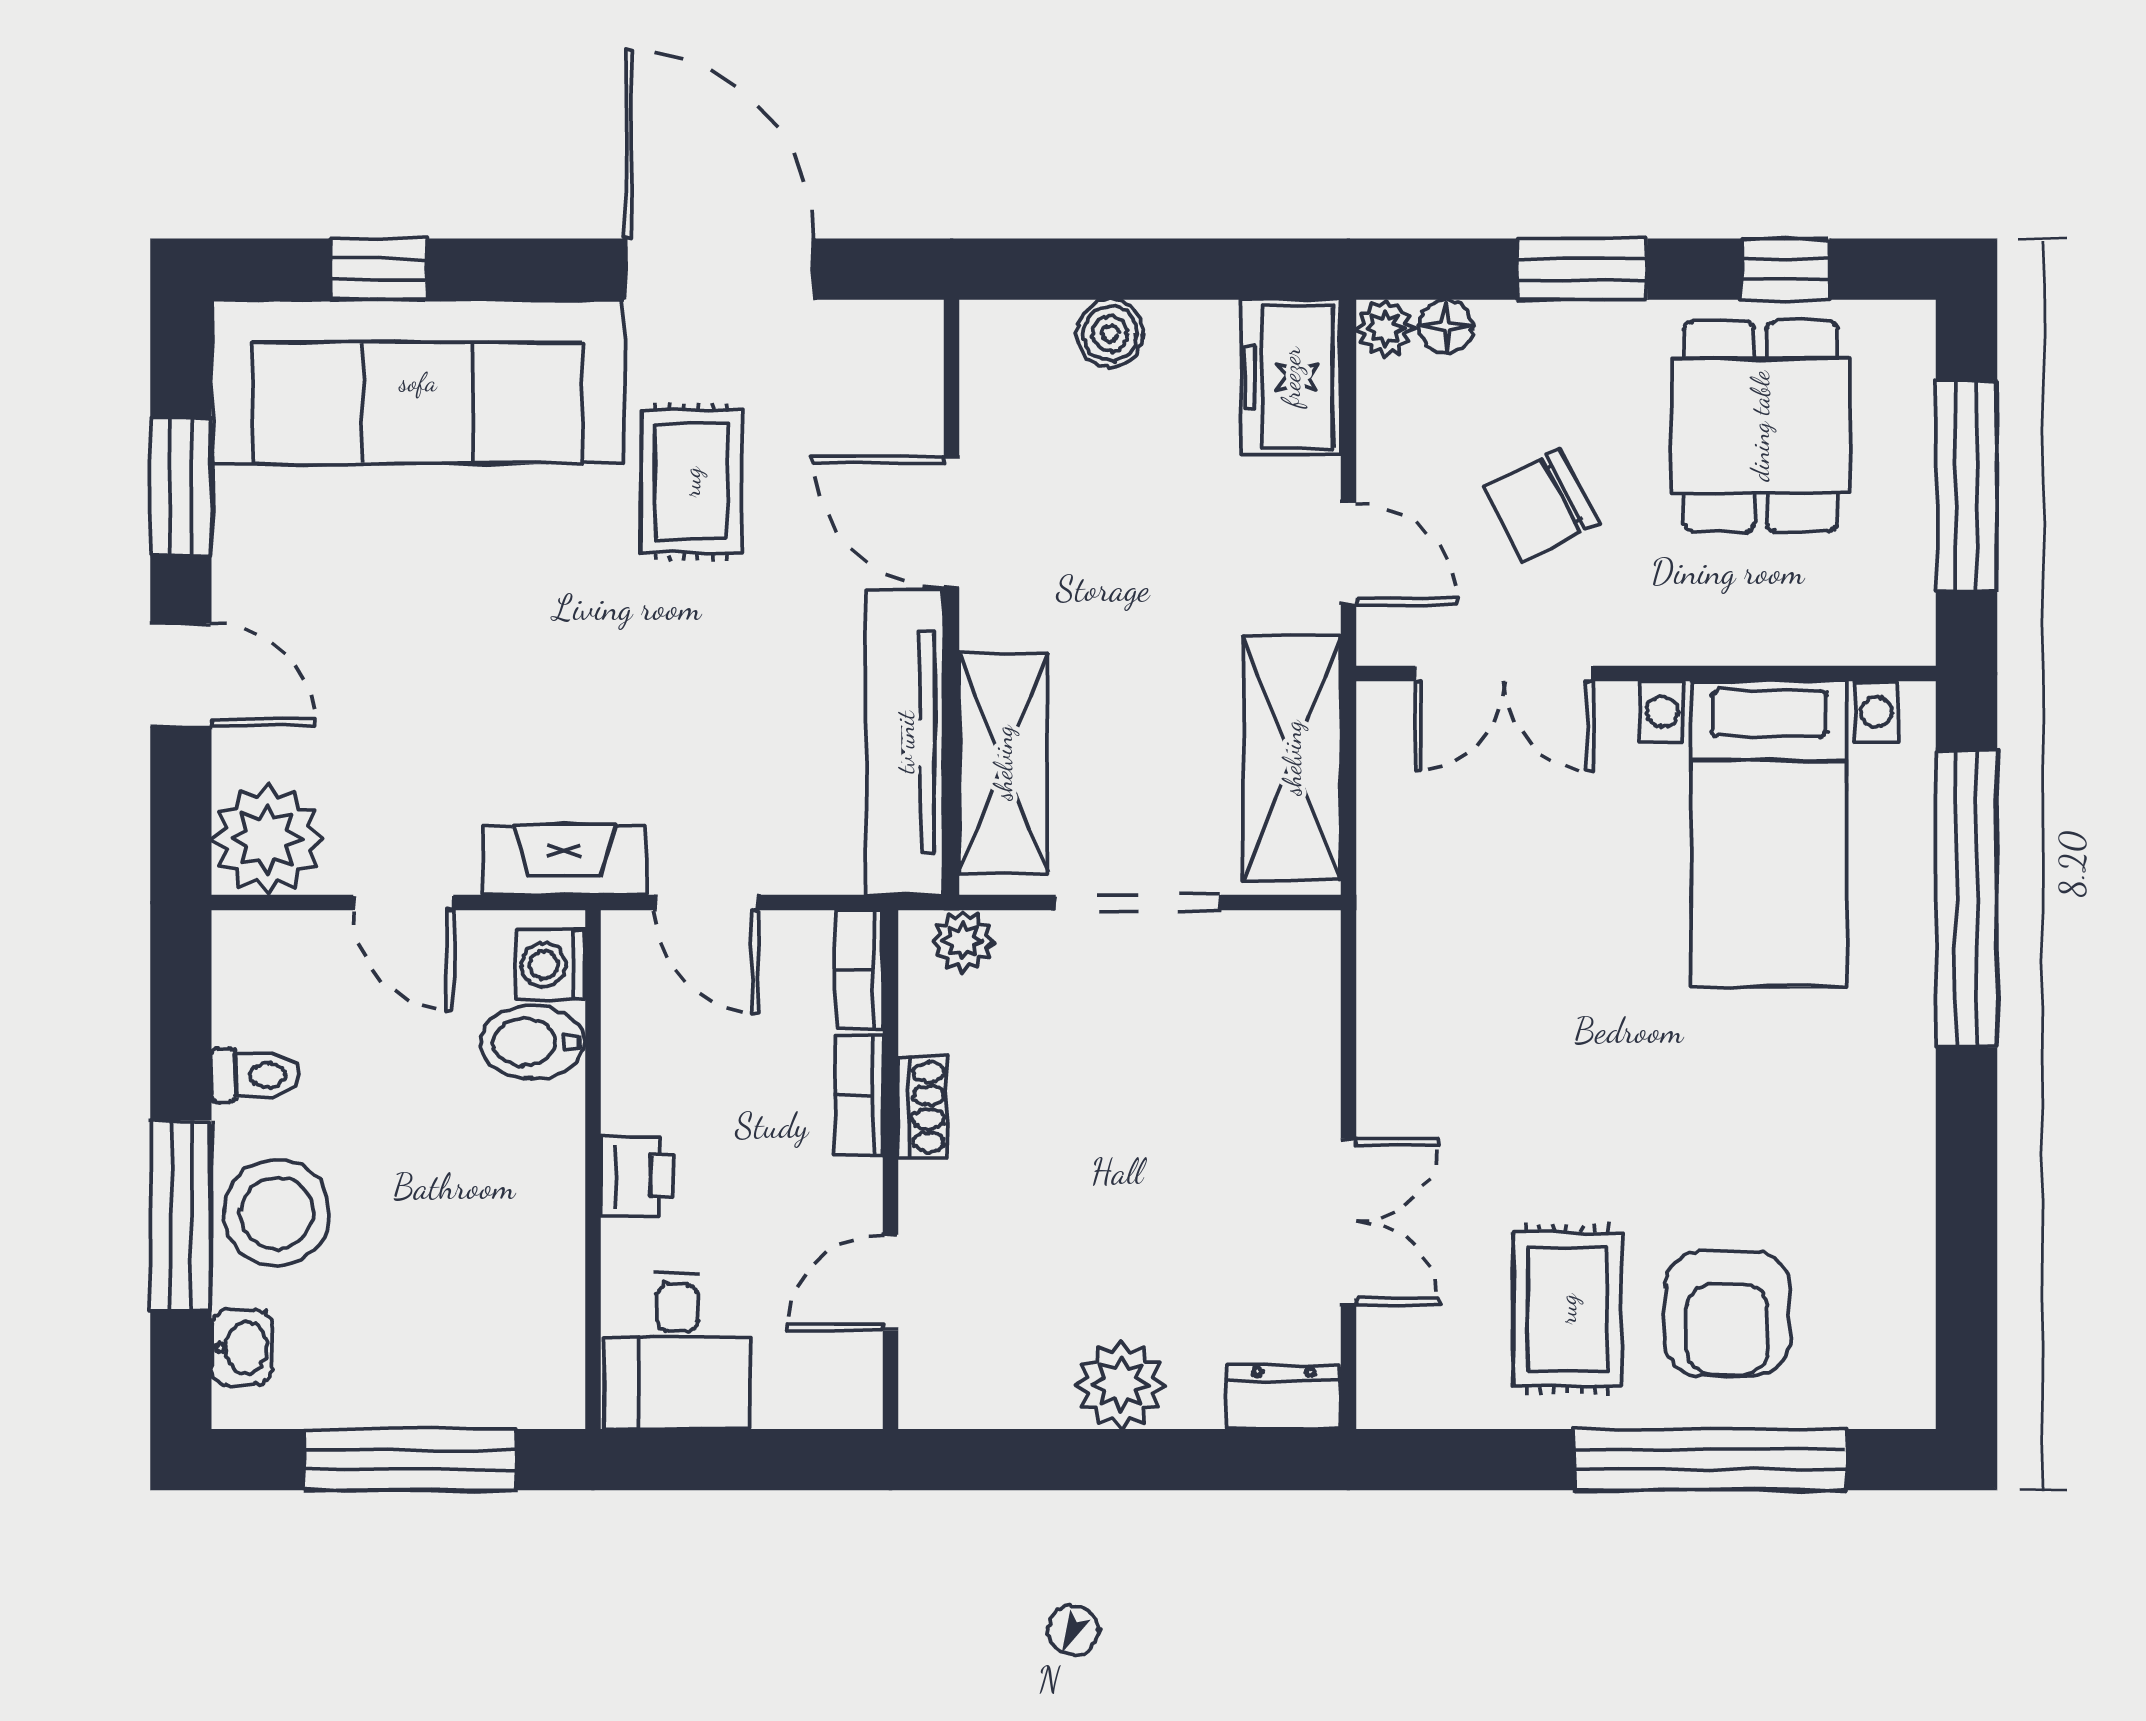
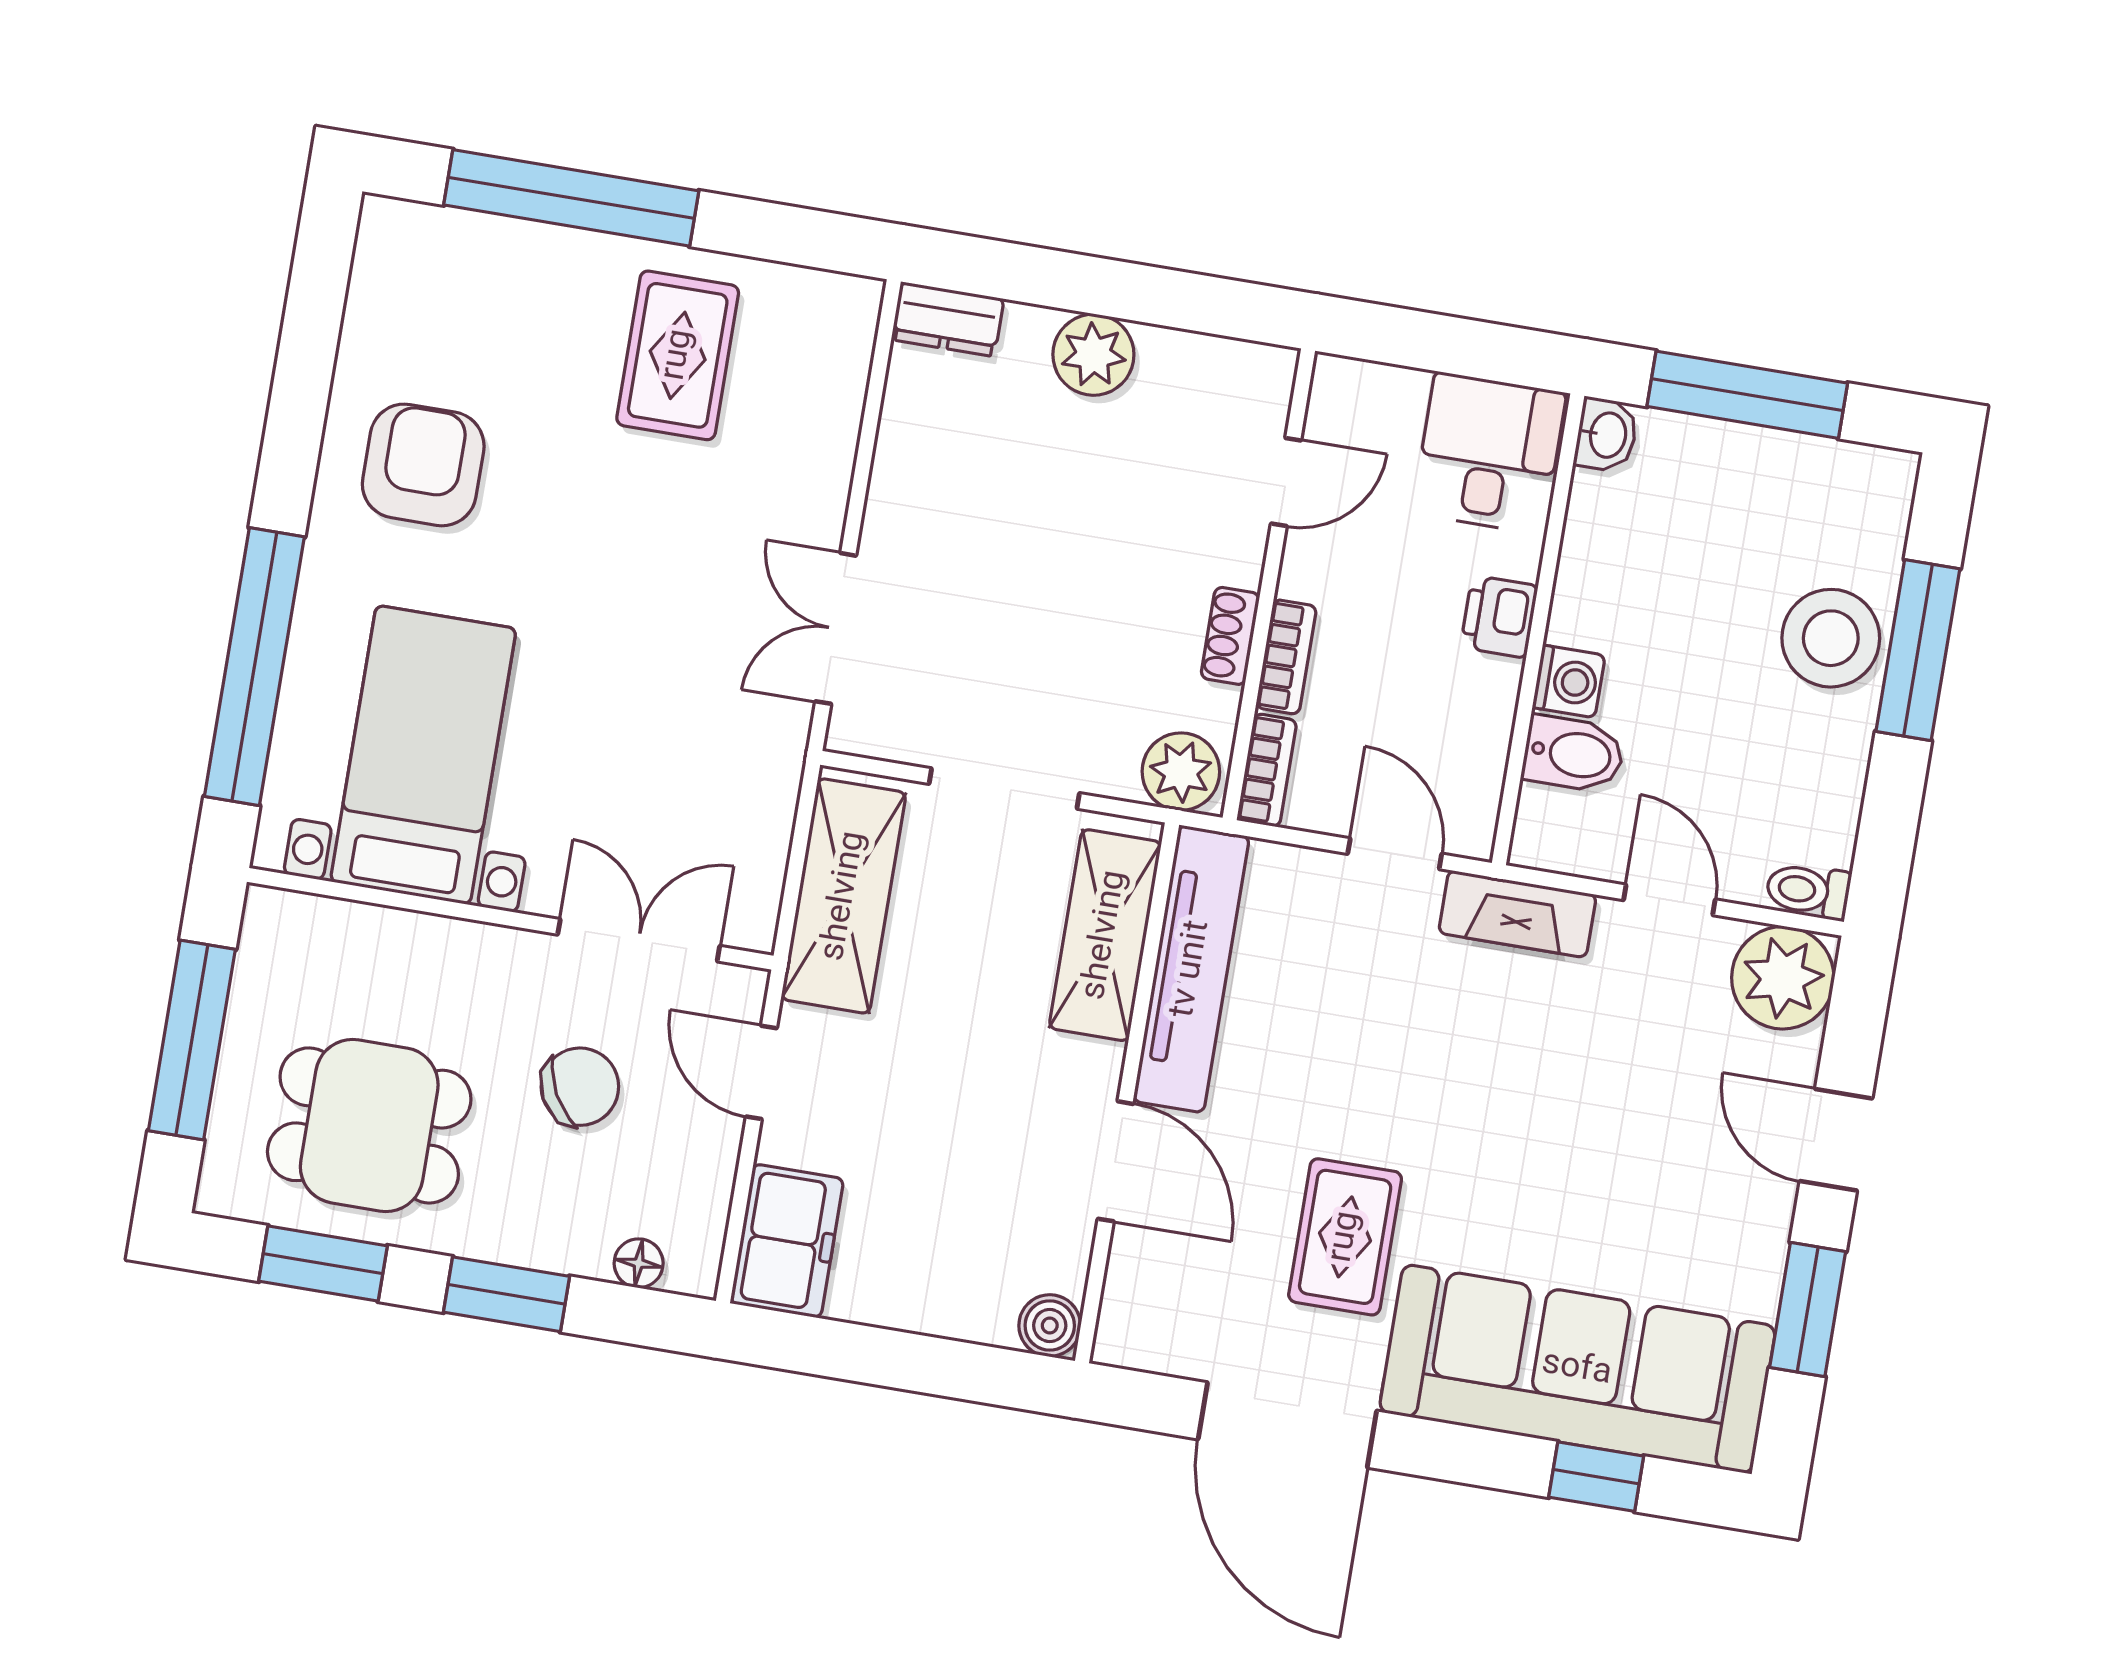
window: (1785, 269) -> (323, 1264), width x1.50
plant: (1385, 328) -> (694, 1271), removed
boiler: (1110, 333) -> (1050, 1326), moved
dining table: (1760, 426) -> (369, 1125), turned 90
plant: (963, 941) -> (1181, 772), width x1.38, depth x1.38
washing machine: (551, 965) -> (1569, 681), moved
toilet: (256, 1075) -> (1808, 891), moved
double door: (1348, 1221) -> (836, 628), moved
armchair: (1727, 1314) -> (423, 465), moved
washbasin: (242, 1347) -> (1606, 435), moved, turned 180

